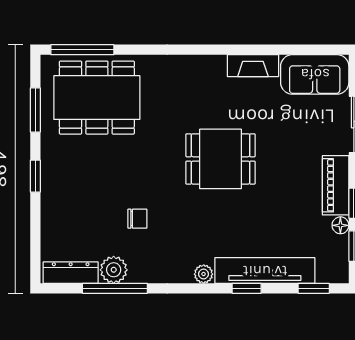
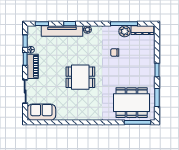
fireplace: (253, 66) -> (67, 116), removed

